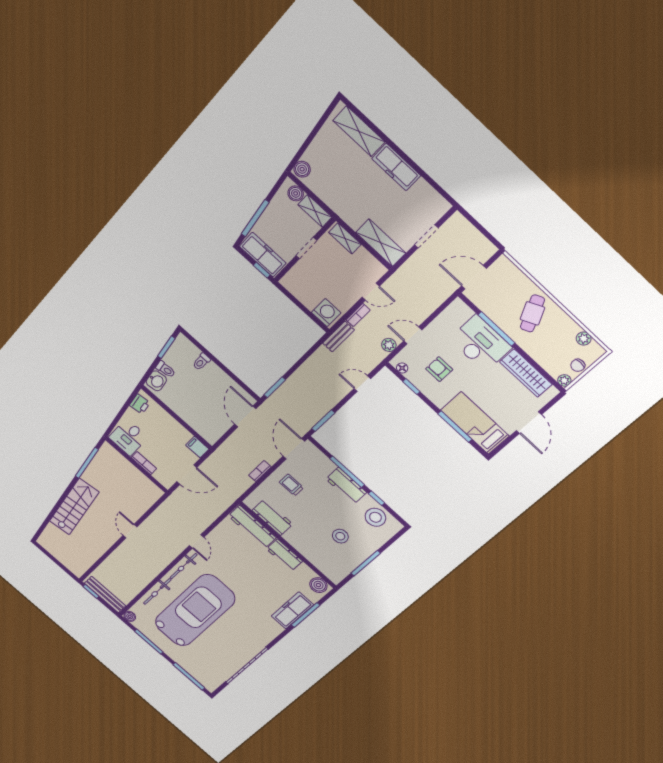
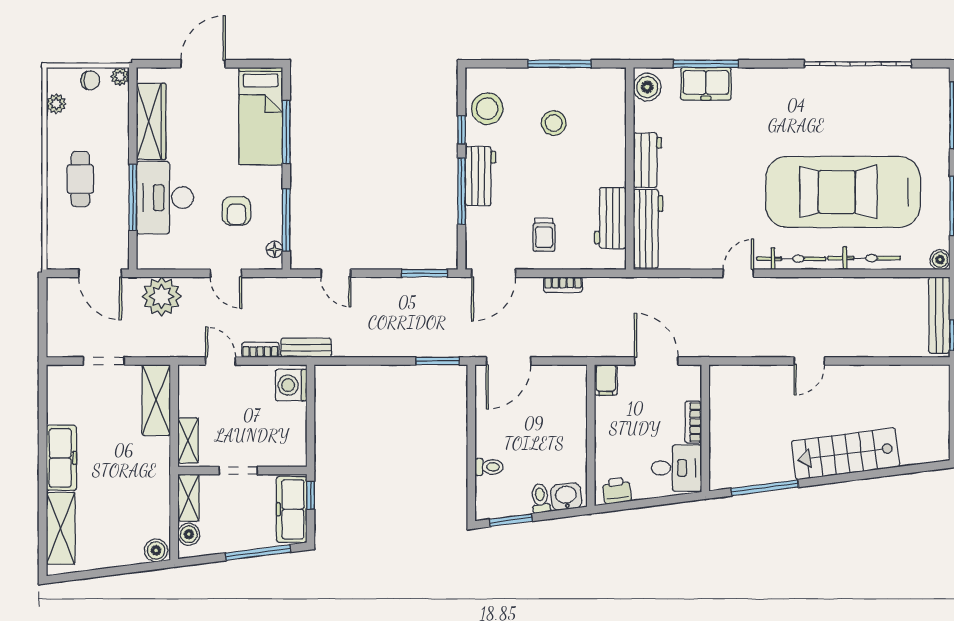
cafe table: (532, 313) -> (80, 179), turned -64
plant: (389, 345) -> (162, 296), moved, width x1.87, depth x1.87
window: (411, 387) -> (286, 220), width x2.17
freezer: (292, 610) -> (706, 84), width x0.71

